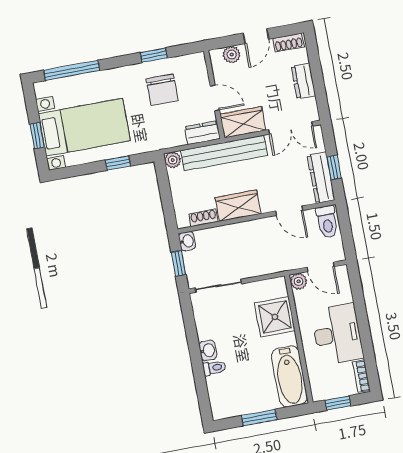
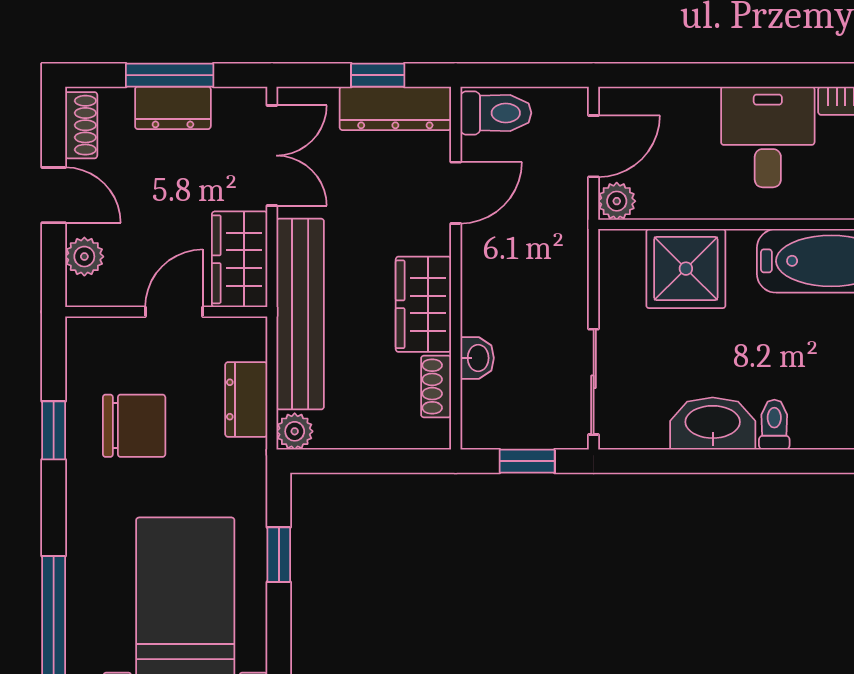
window: (317, 77) -> (170, 75), added
dresser: (202, 133) -> (246, 399), moved
washbasin: (187, 241) -> (477, 358), moved, turned 90
desk: (337, 334) -> (768, 137), width x0.73
washbasin: (208, 350) -> (713, 423), width x1.91, depth x1.45

